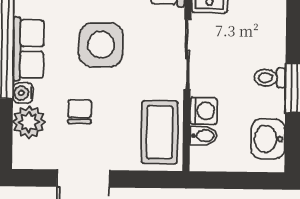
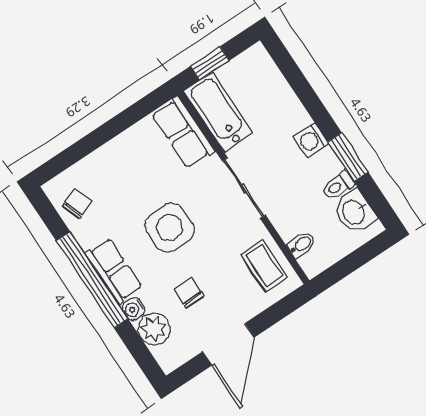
toilet: (270, 78) -> (338, 185), moved
washing machine: (204, 111) -> (311, 140), moved, turned 180
coffee table: (160, 132) -> (264, 266), width x0.73, depth x0.77

